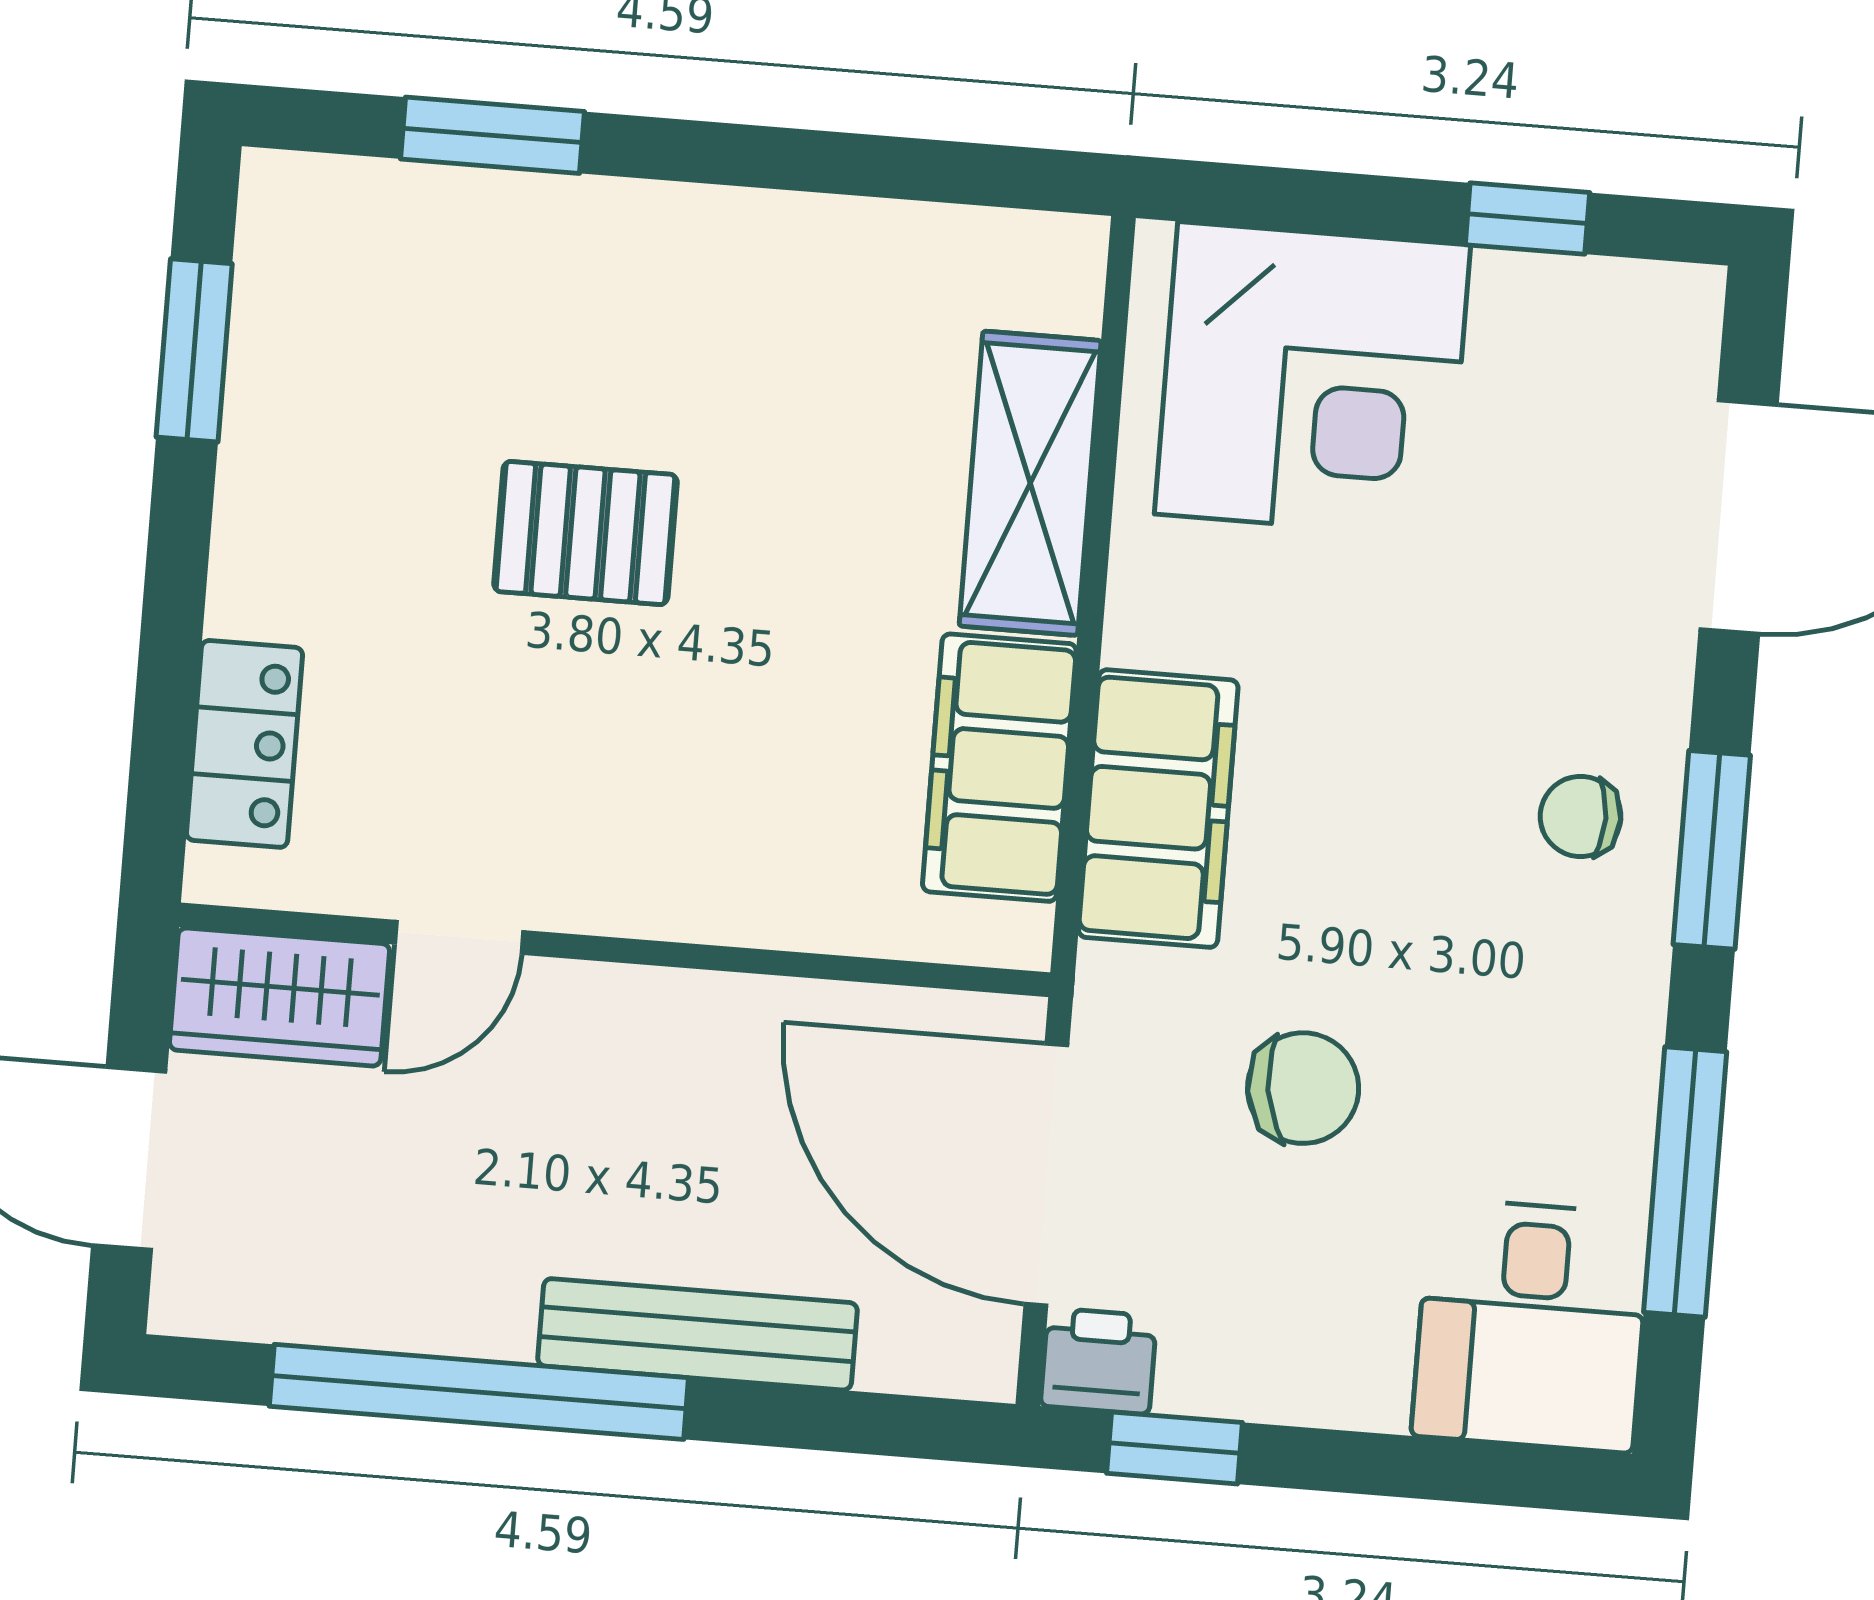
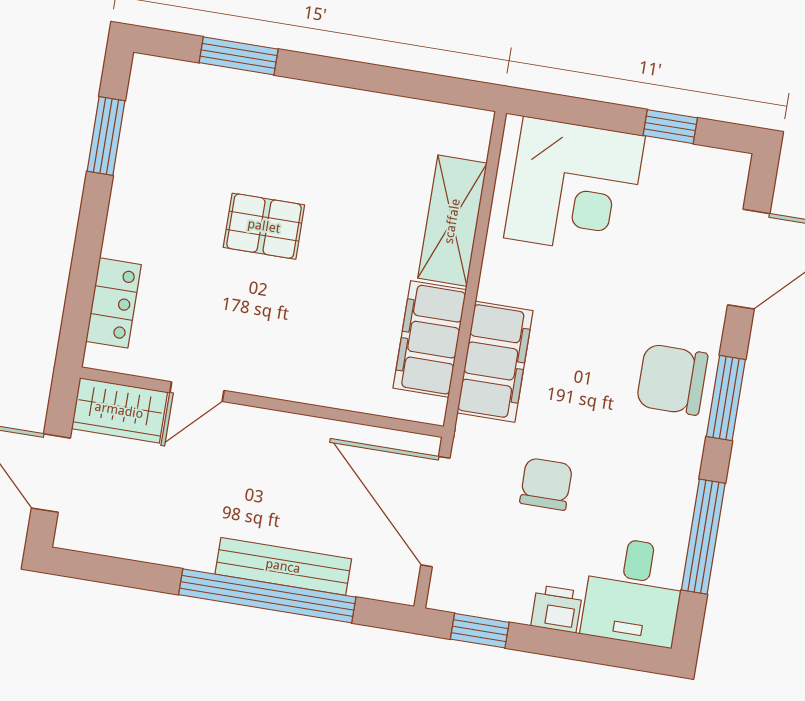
chair: (1581, 816) -> (672, 380), width x1.87, depth x1.87
chair: (1303, 1088) -> (546, 484), turned -82
printer: (1099, 1361) -> (557, 609), moved
window: (479, 1392) -> (267, 596), moved

